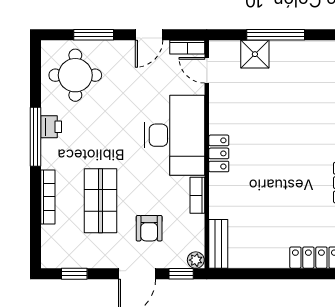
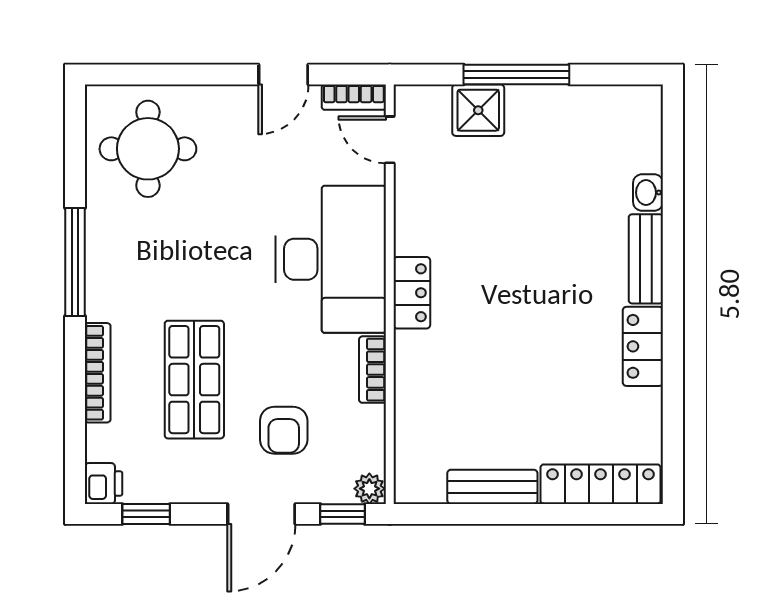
window: (94, 35) -> (182, 74), removed
printer: (51, 127) -> (104, 484), moved
bench: (218, 244) -> (492, 487), moved, turned 90

